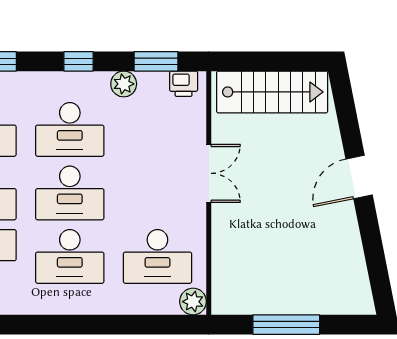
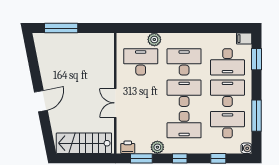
desk: (70, 129) -> (184, 125), turned 180
plant: (193, 302) -> (154, 39), moved
window: (286, 325) -> (61, 28), moved

